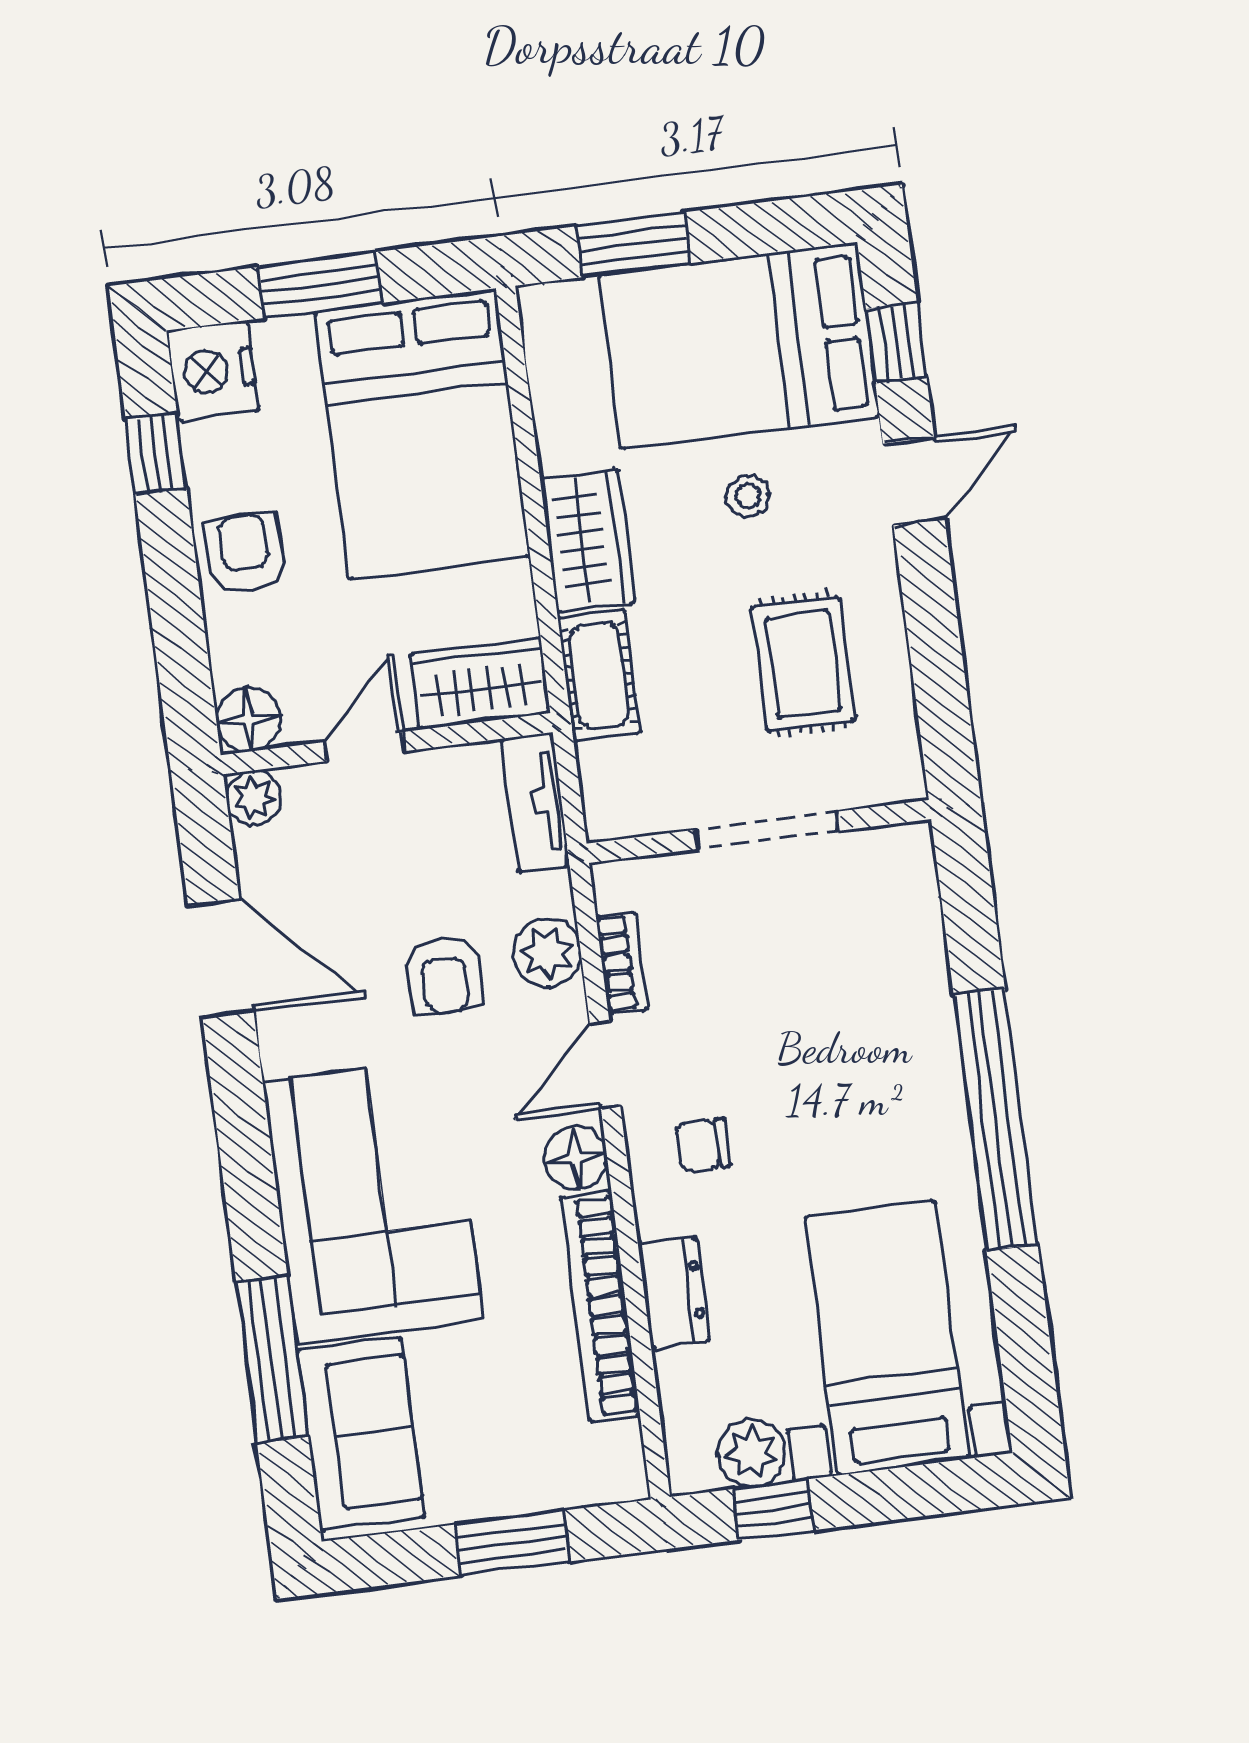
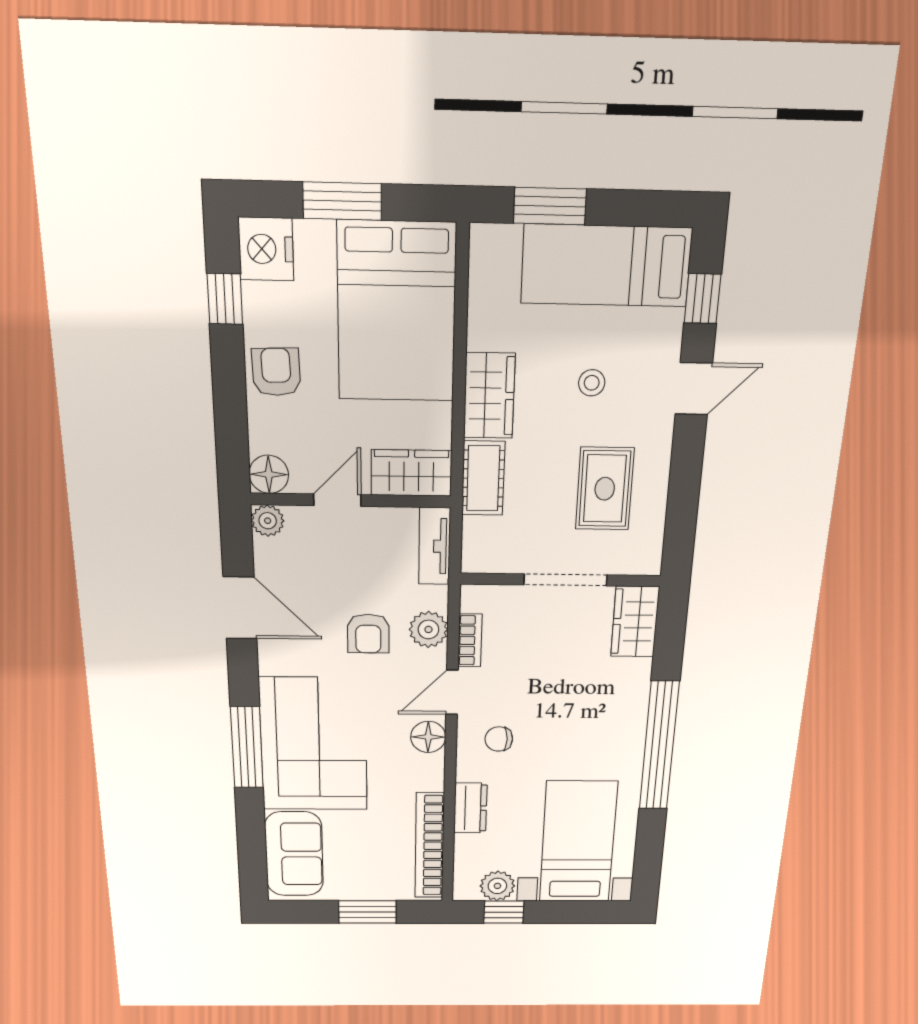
bed: (739, 346) -> (606, 266), width x0.67
wardrobe: (902, 889) -> (635, 622), added
bookcase: (600, 1306) -> (430, 846), moved
window: (272, 1359) -> (247, 747), moved

